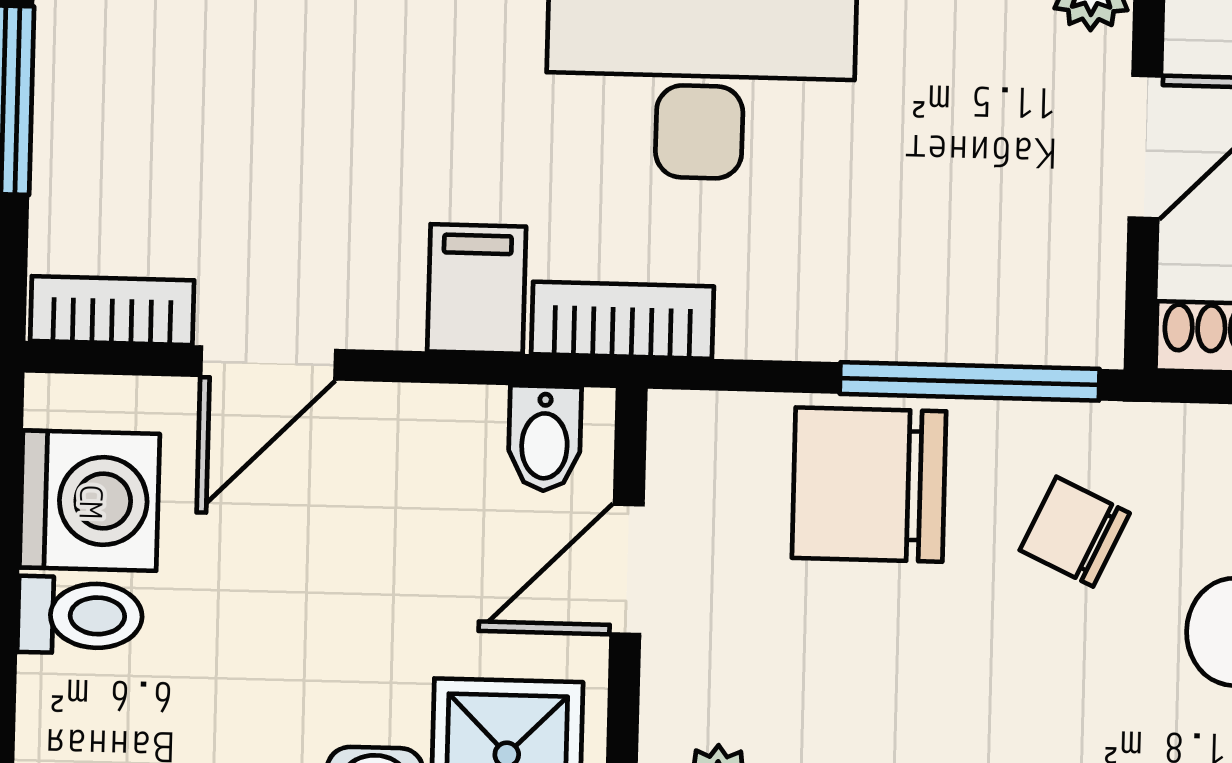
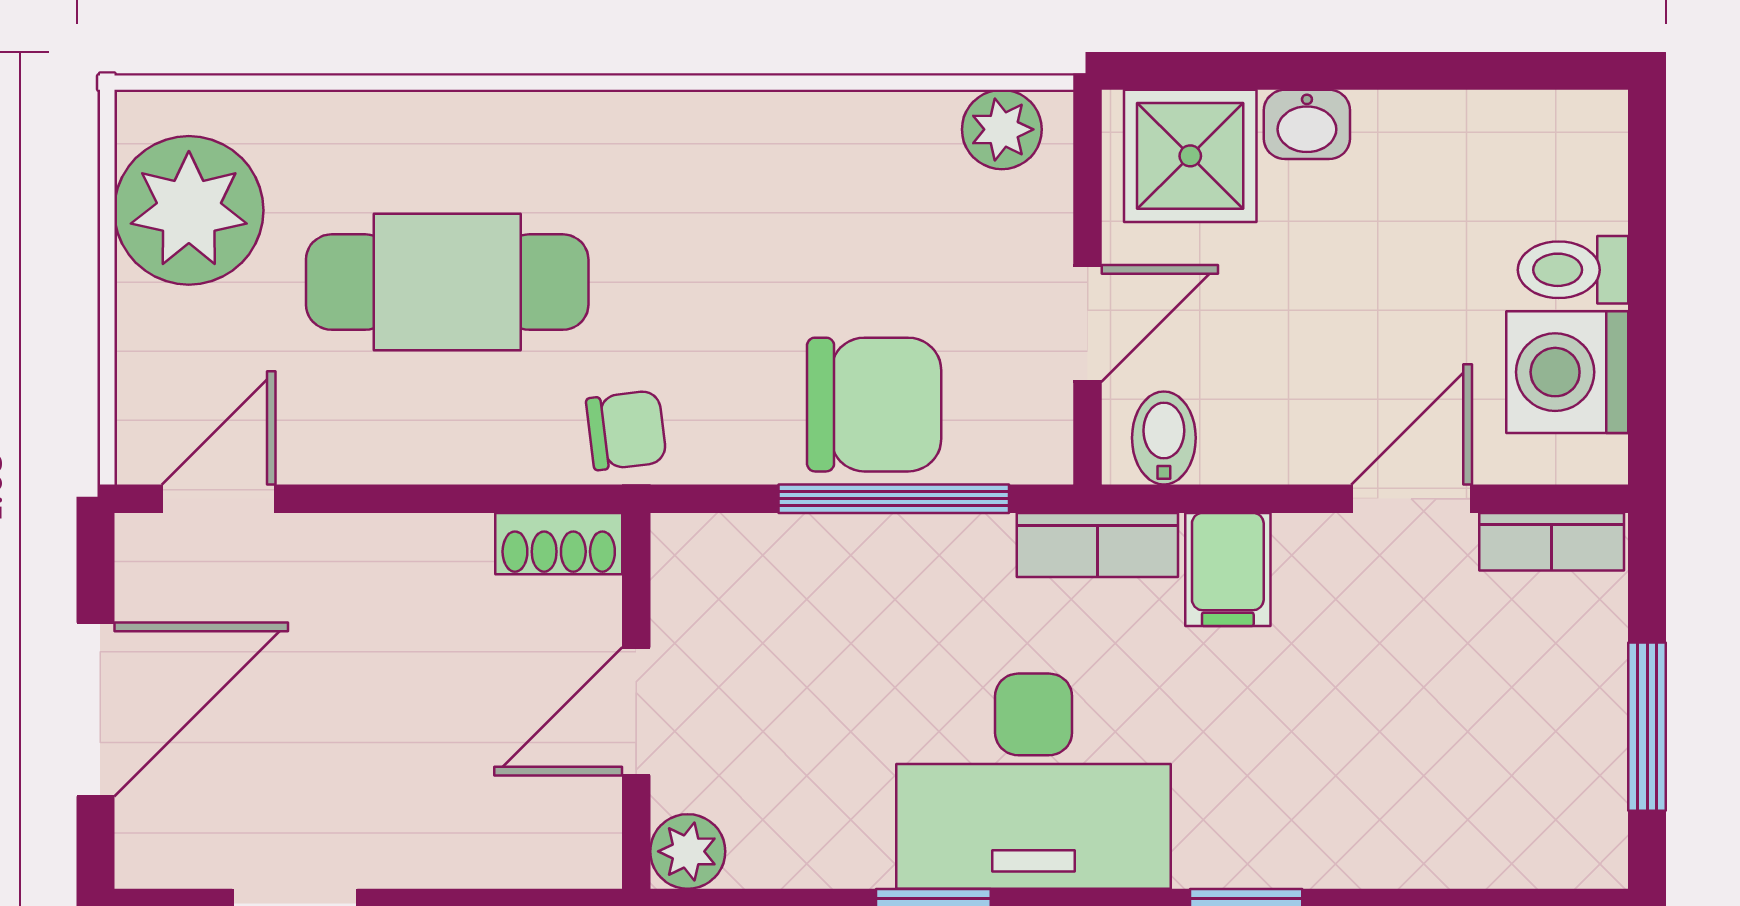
window: (970, 381) -> (894, 499), moved
chair: (1075, 532) -> (626, 430), moved, turned -32

